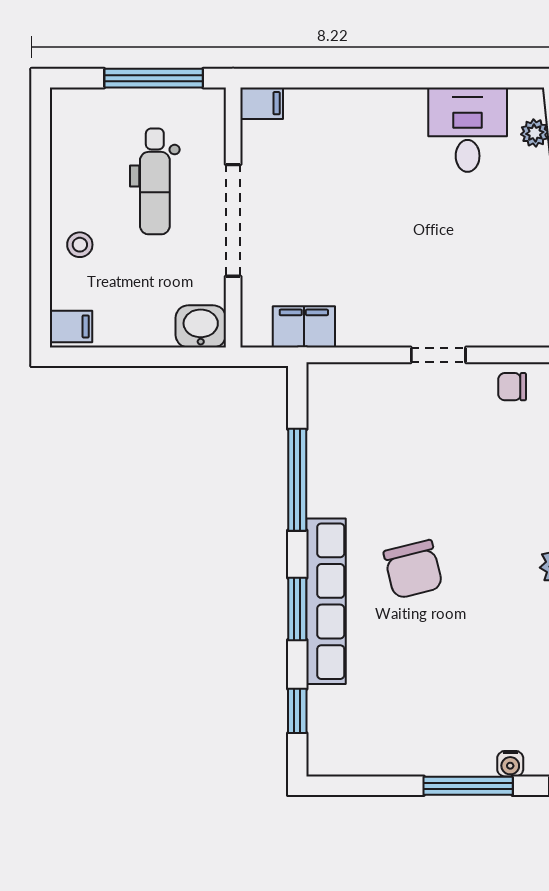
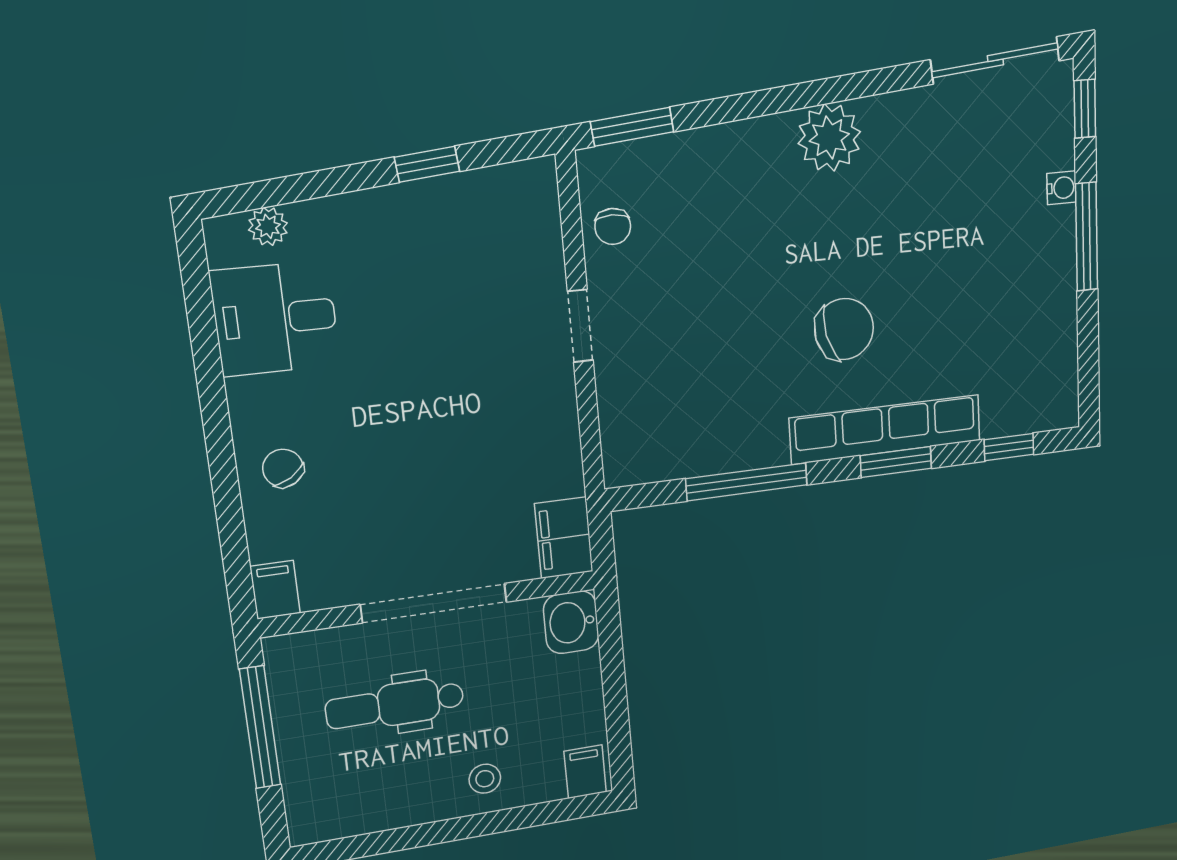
chair: (355, 121) -> (283, 468), added
dental chair: (155, 181) -> (395, 704), turned 180
filing cabinet: (304, 327) -> (564, 538), moved

